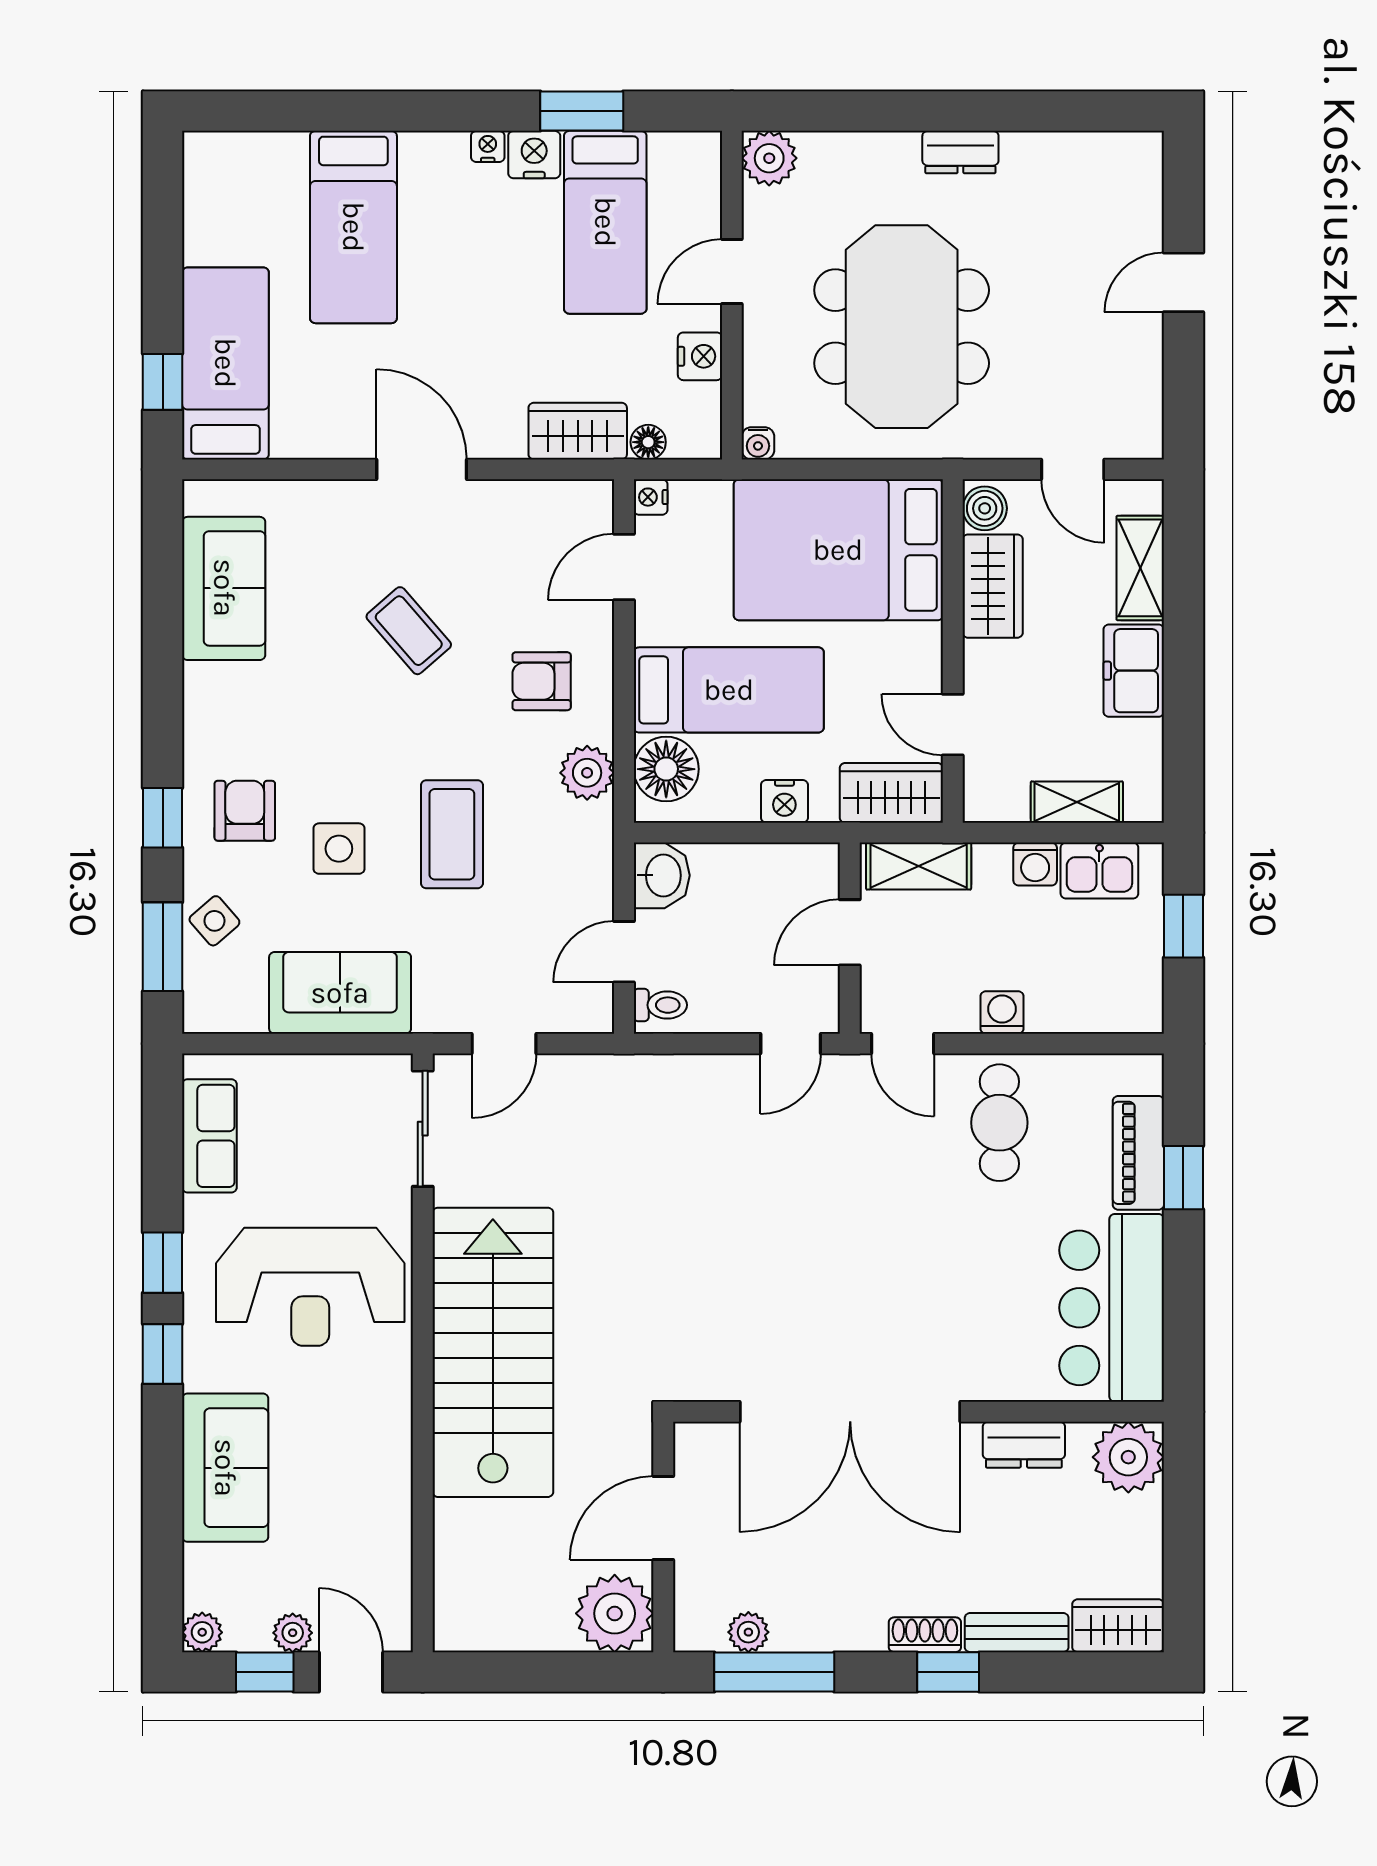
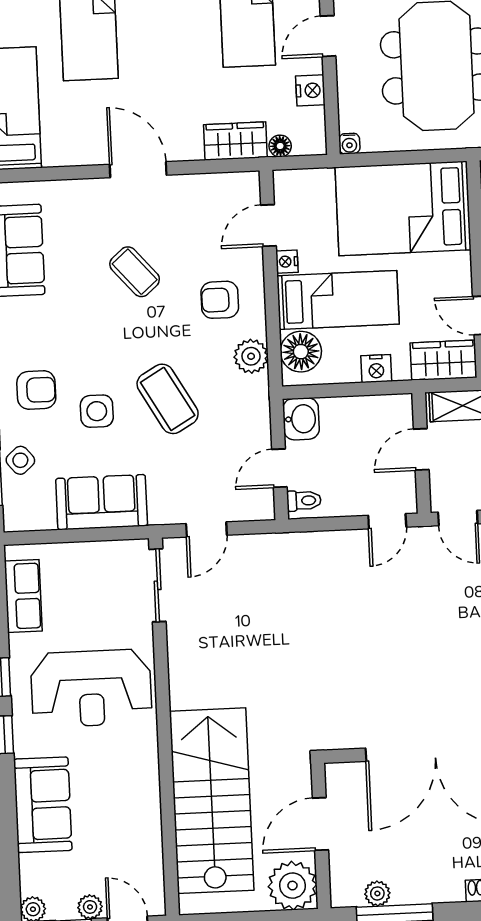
nightstand: (651, 497) -> (287, 262), moved
armchair: (245, 811) -> (36, 390), turned 90
coffee table: (452, 834) -> (168, 399), turned -30
stairs: (493, 1352) -> (212, 801), moved

